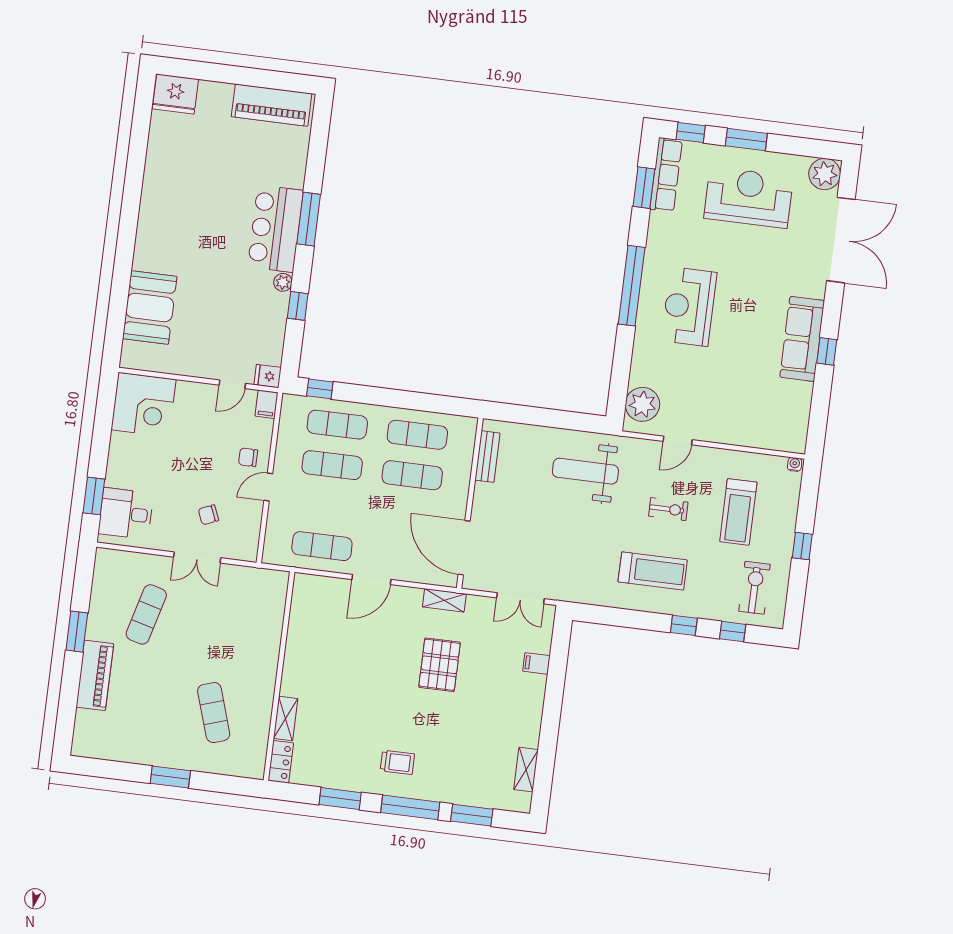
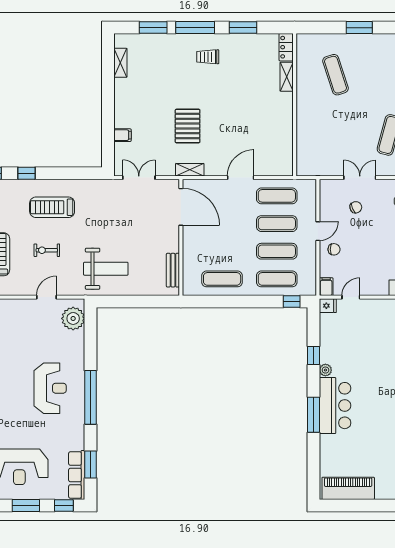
exercise mat: (412, 475) -> (277, 224), moved

